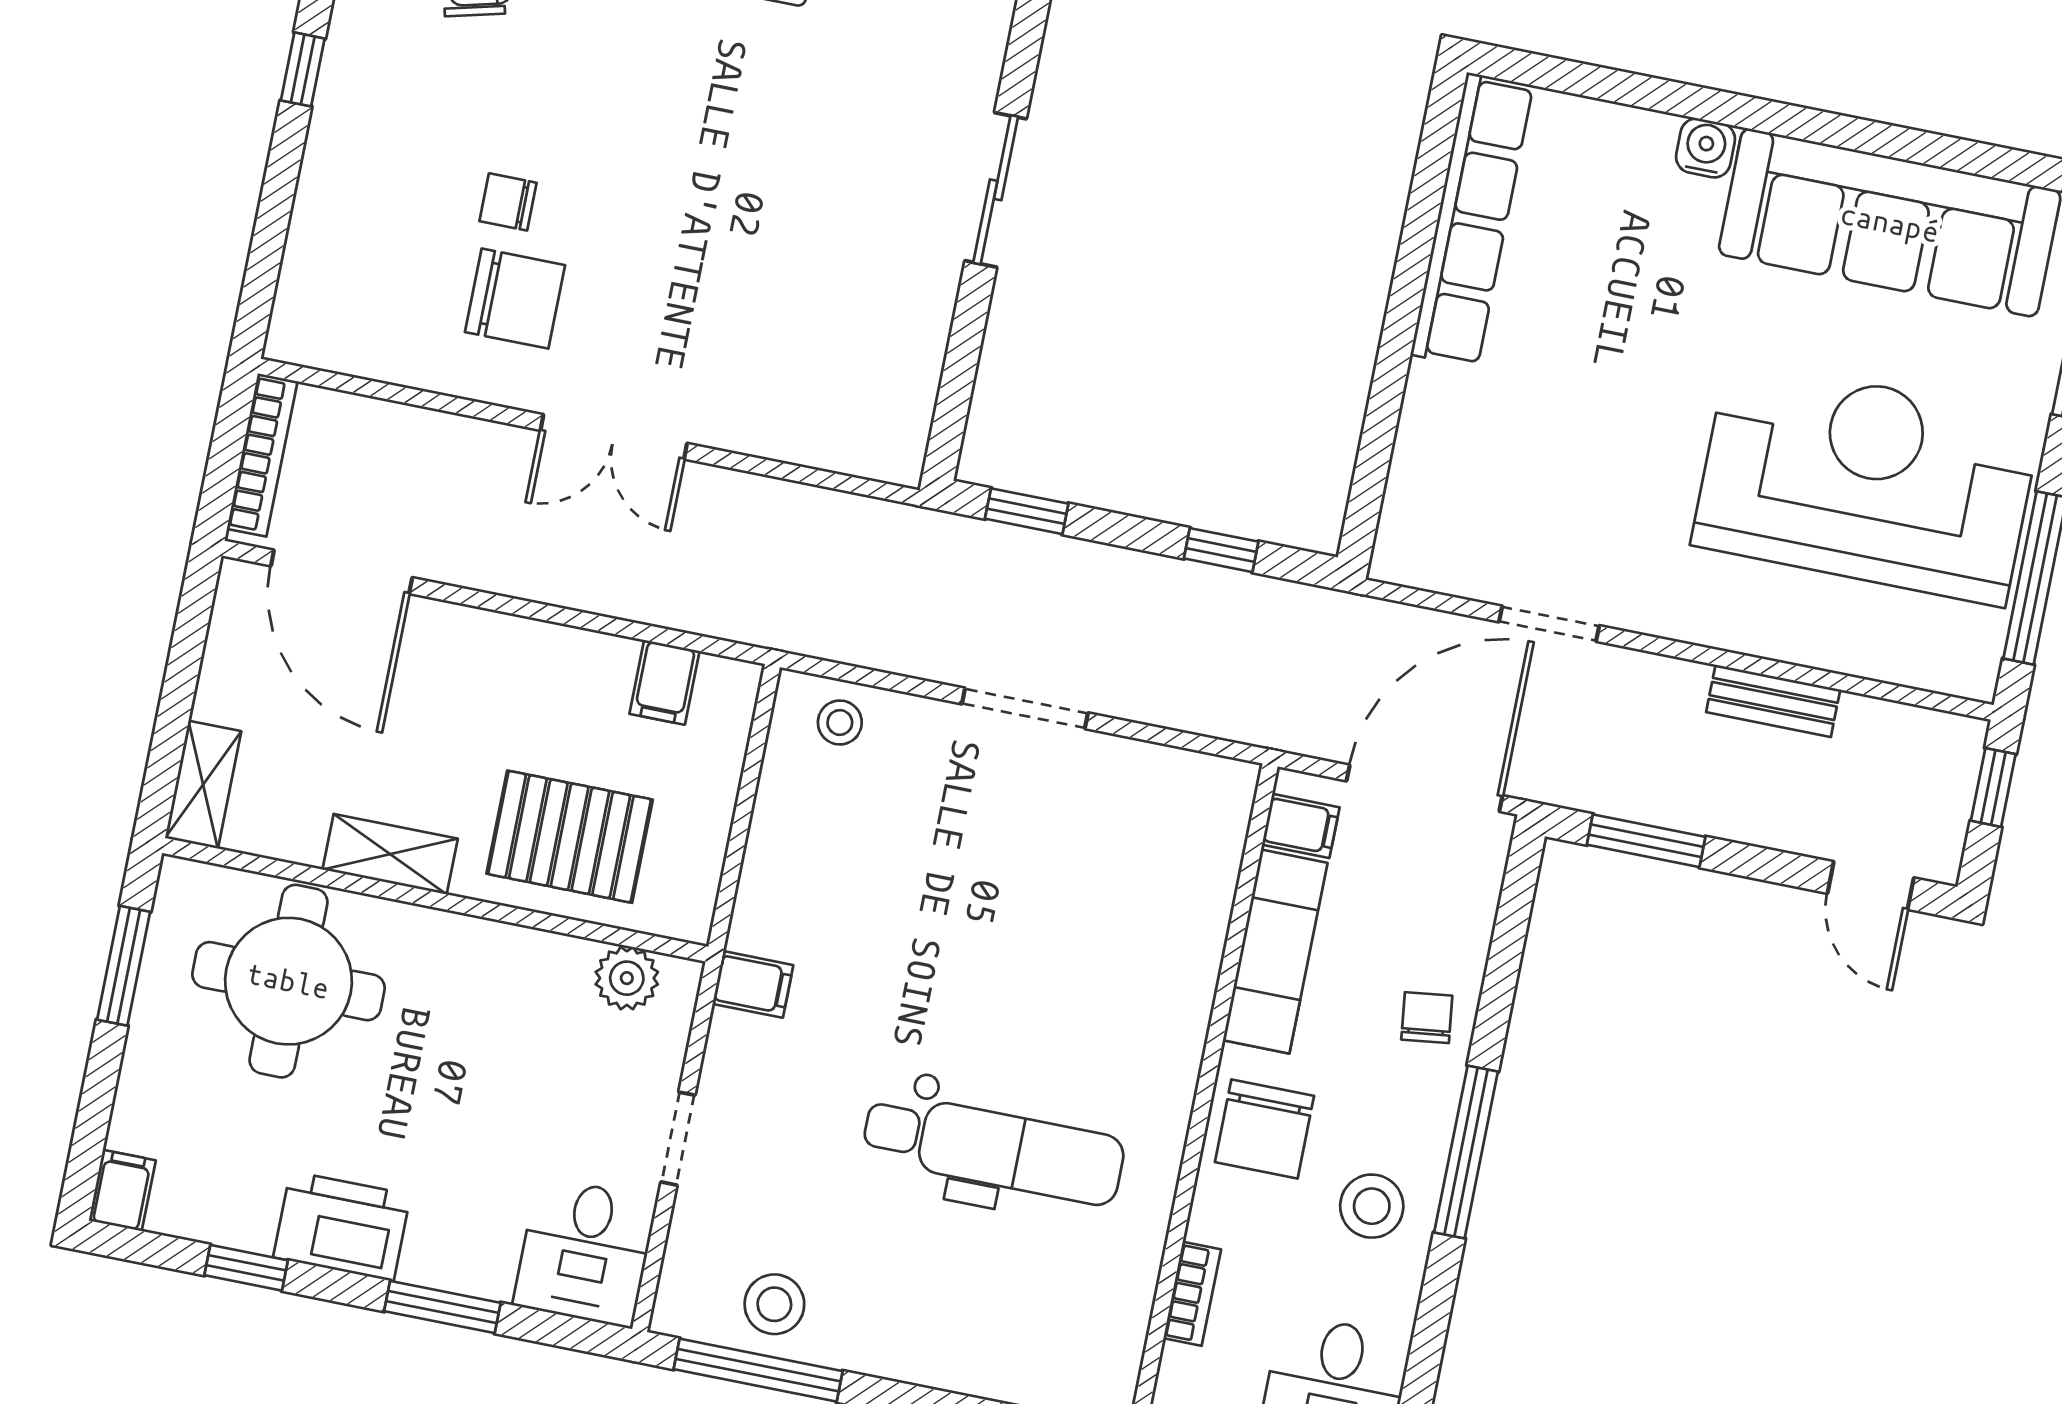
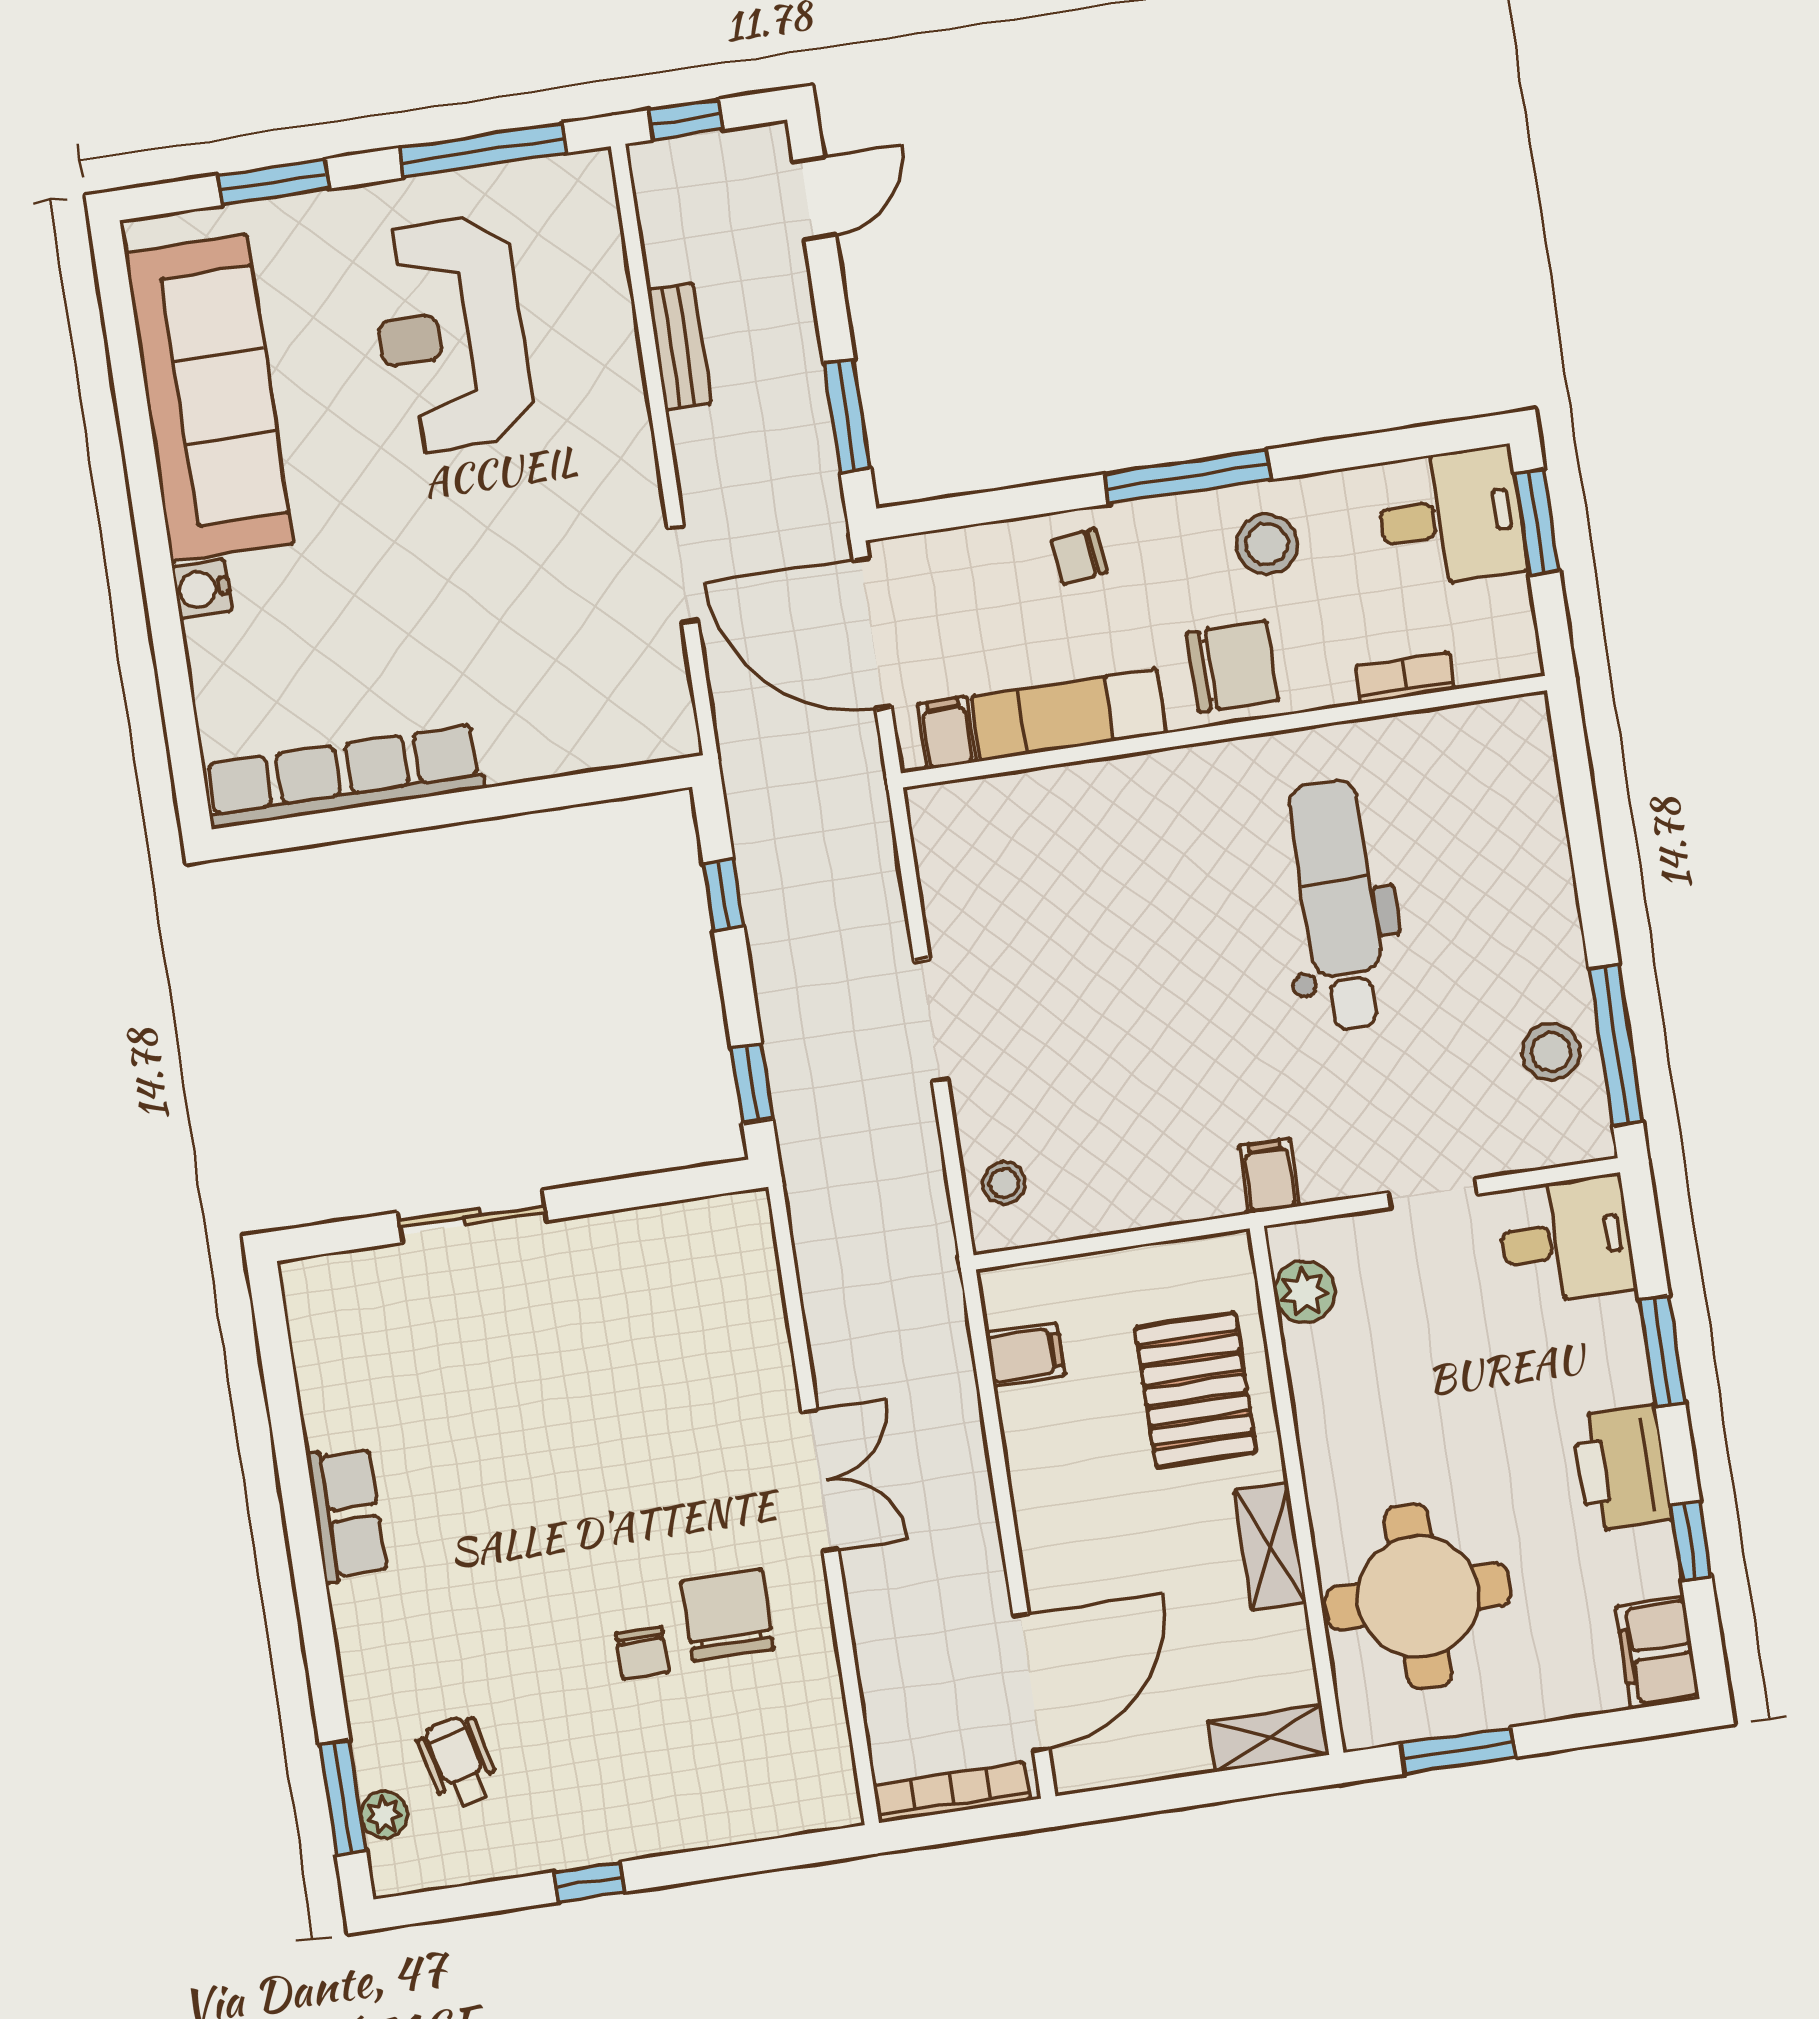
reception desk: (1866, 482) -> (451, 334), width x0.74, depth x0.77
filing cabinet: (122, 1190) -> (1658, 1653), width x2.00

